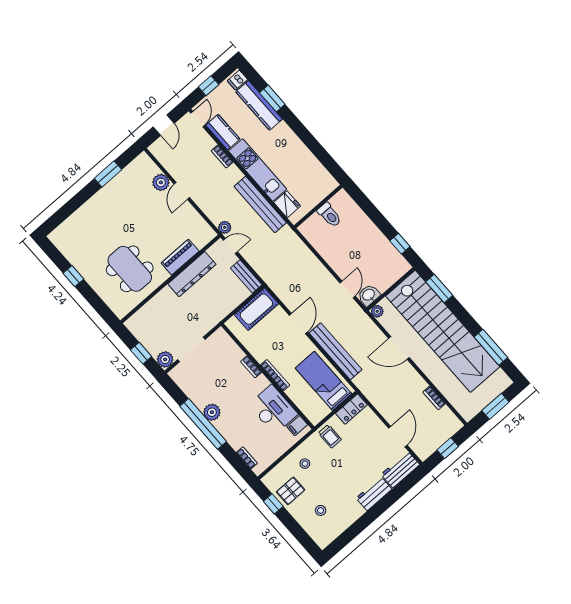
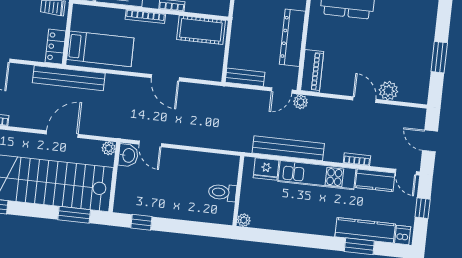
plant: (332, 184) -> (244, 220), added
piano: (180, 257) -> (312, 71), moved
cot: (256, 309) -> (201, 30), moved, turned 90
bench: (336, 351) -> (69, 78), moved

